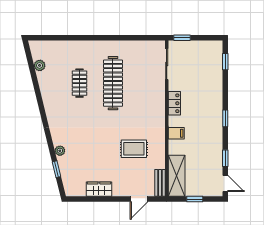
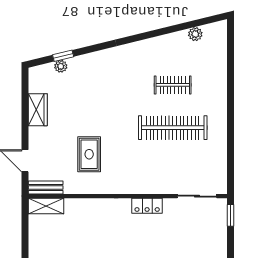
filing cabinet: (176, 133) -> (109, 208), removed
plant: (60, 151) -> (61, 66), moved
shelving: (177, 176) -> (46, 206), width x0.67, depth x0.75
window: (195, 199) -> (25, 232), removed

